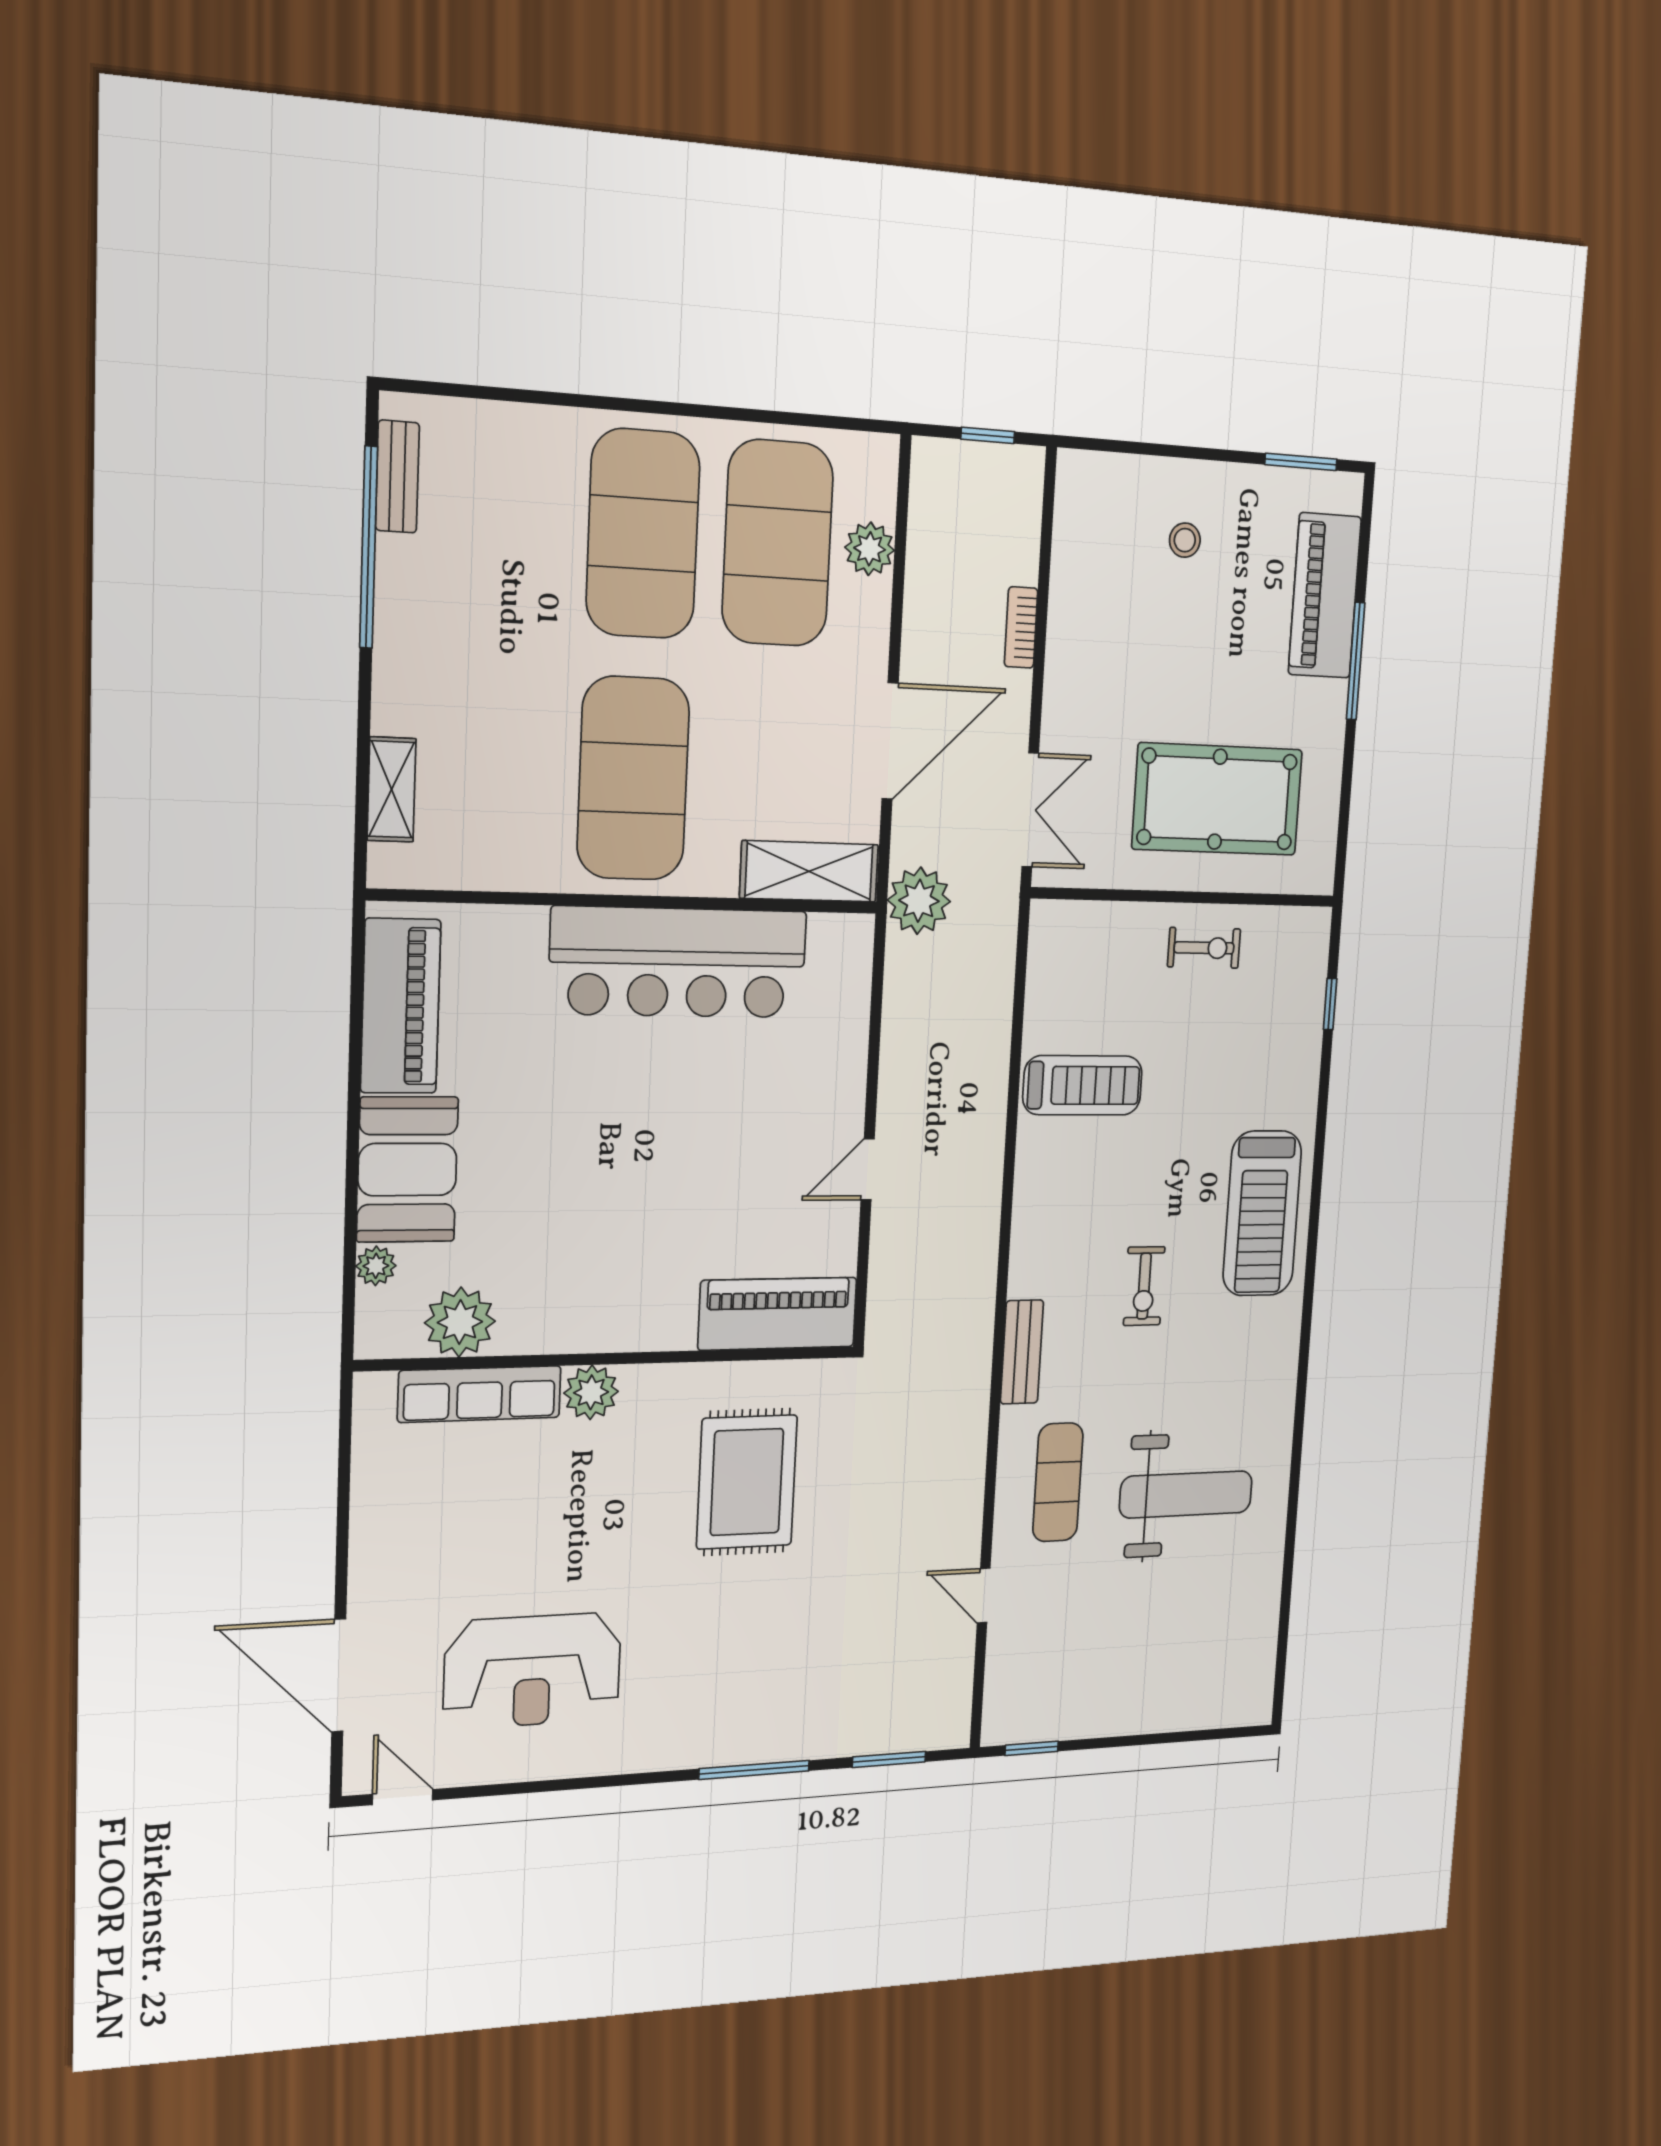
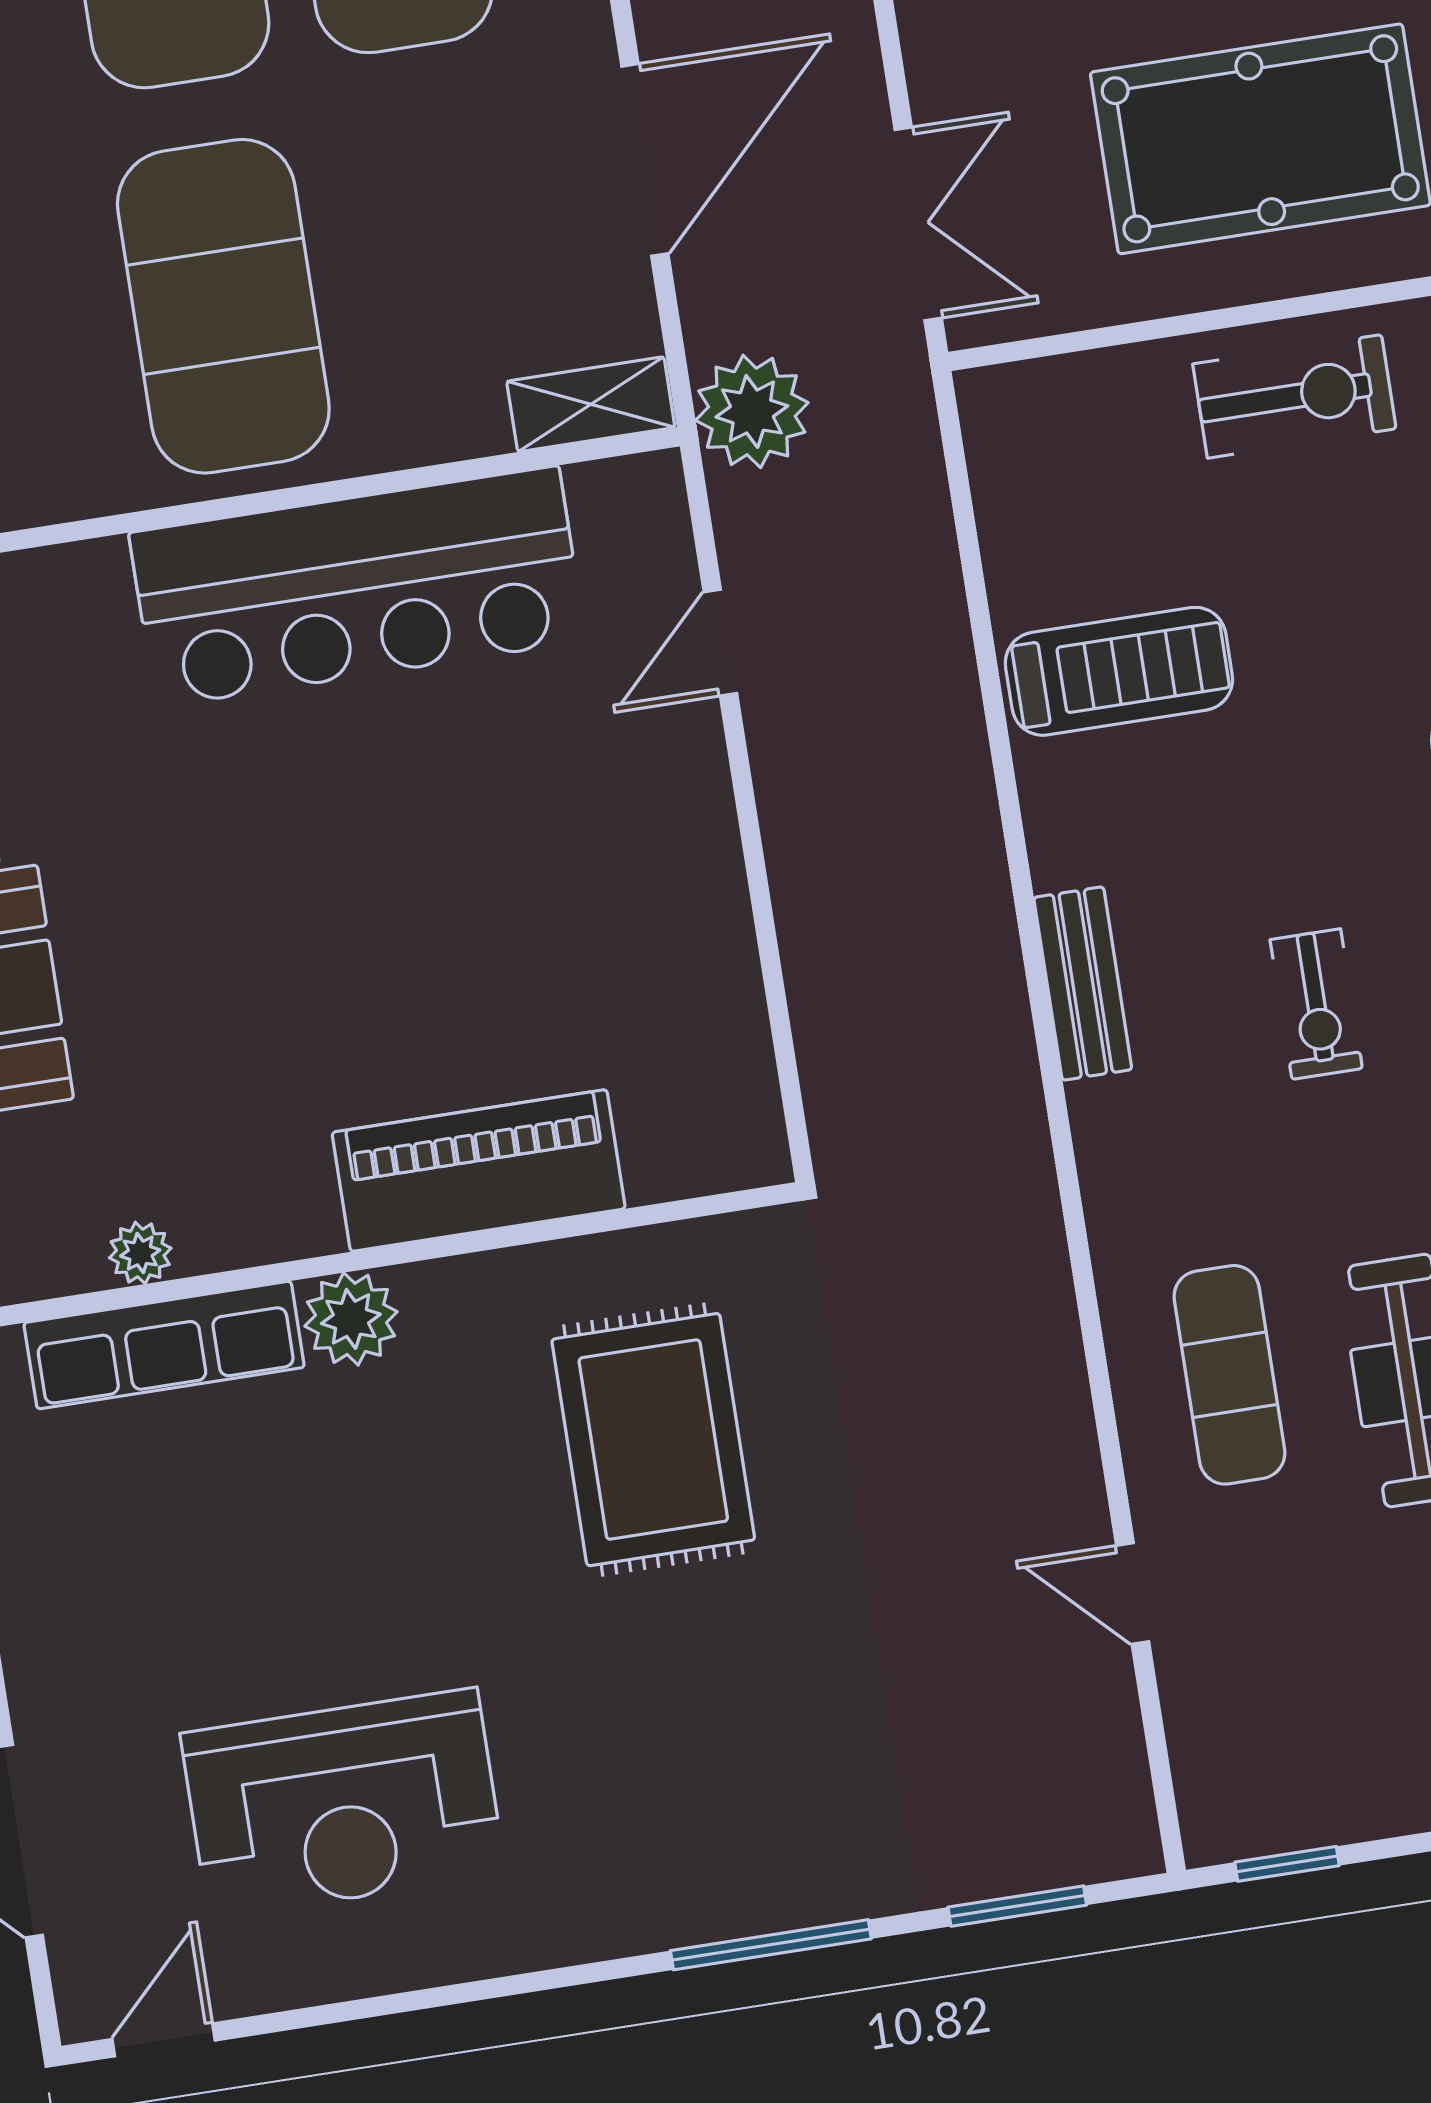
shelving: (809, 871) -> (591, 404), width x0.67, depth x0.75
exercise bike: (1204, 948) -> (1294, 396), width x1.38, depth x1.39
door: (868, 1169) -> (720, 643), moved
piano: (778, 1314) -> (479, 1171), moved
plant: (460, 1322) -> (140, 1253), width x0.53, depth x0.53
bench: (1022, 1352) -> (1083, 983), moved
door: (403, 1797) -> (164, 2040), hinge flipped

